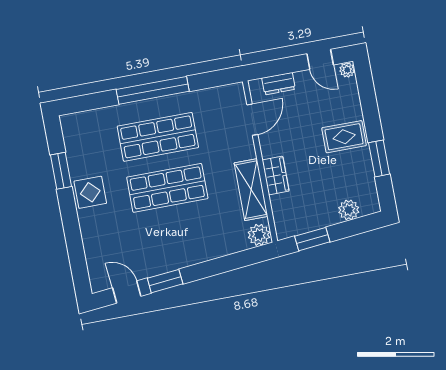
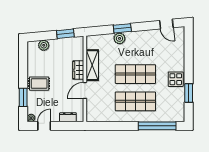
door: (320, 59) -> (44, 126), hinge flipped
window: (153, 90) -> (157, 126), moved
door: (252, 120) -> (85, 91), moved
window: (379, 158) -> (23, 97), moved
plant: (259, 235) -> (119, 38), moved
window: (165, 281) -> (122, 28), moved

